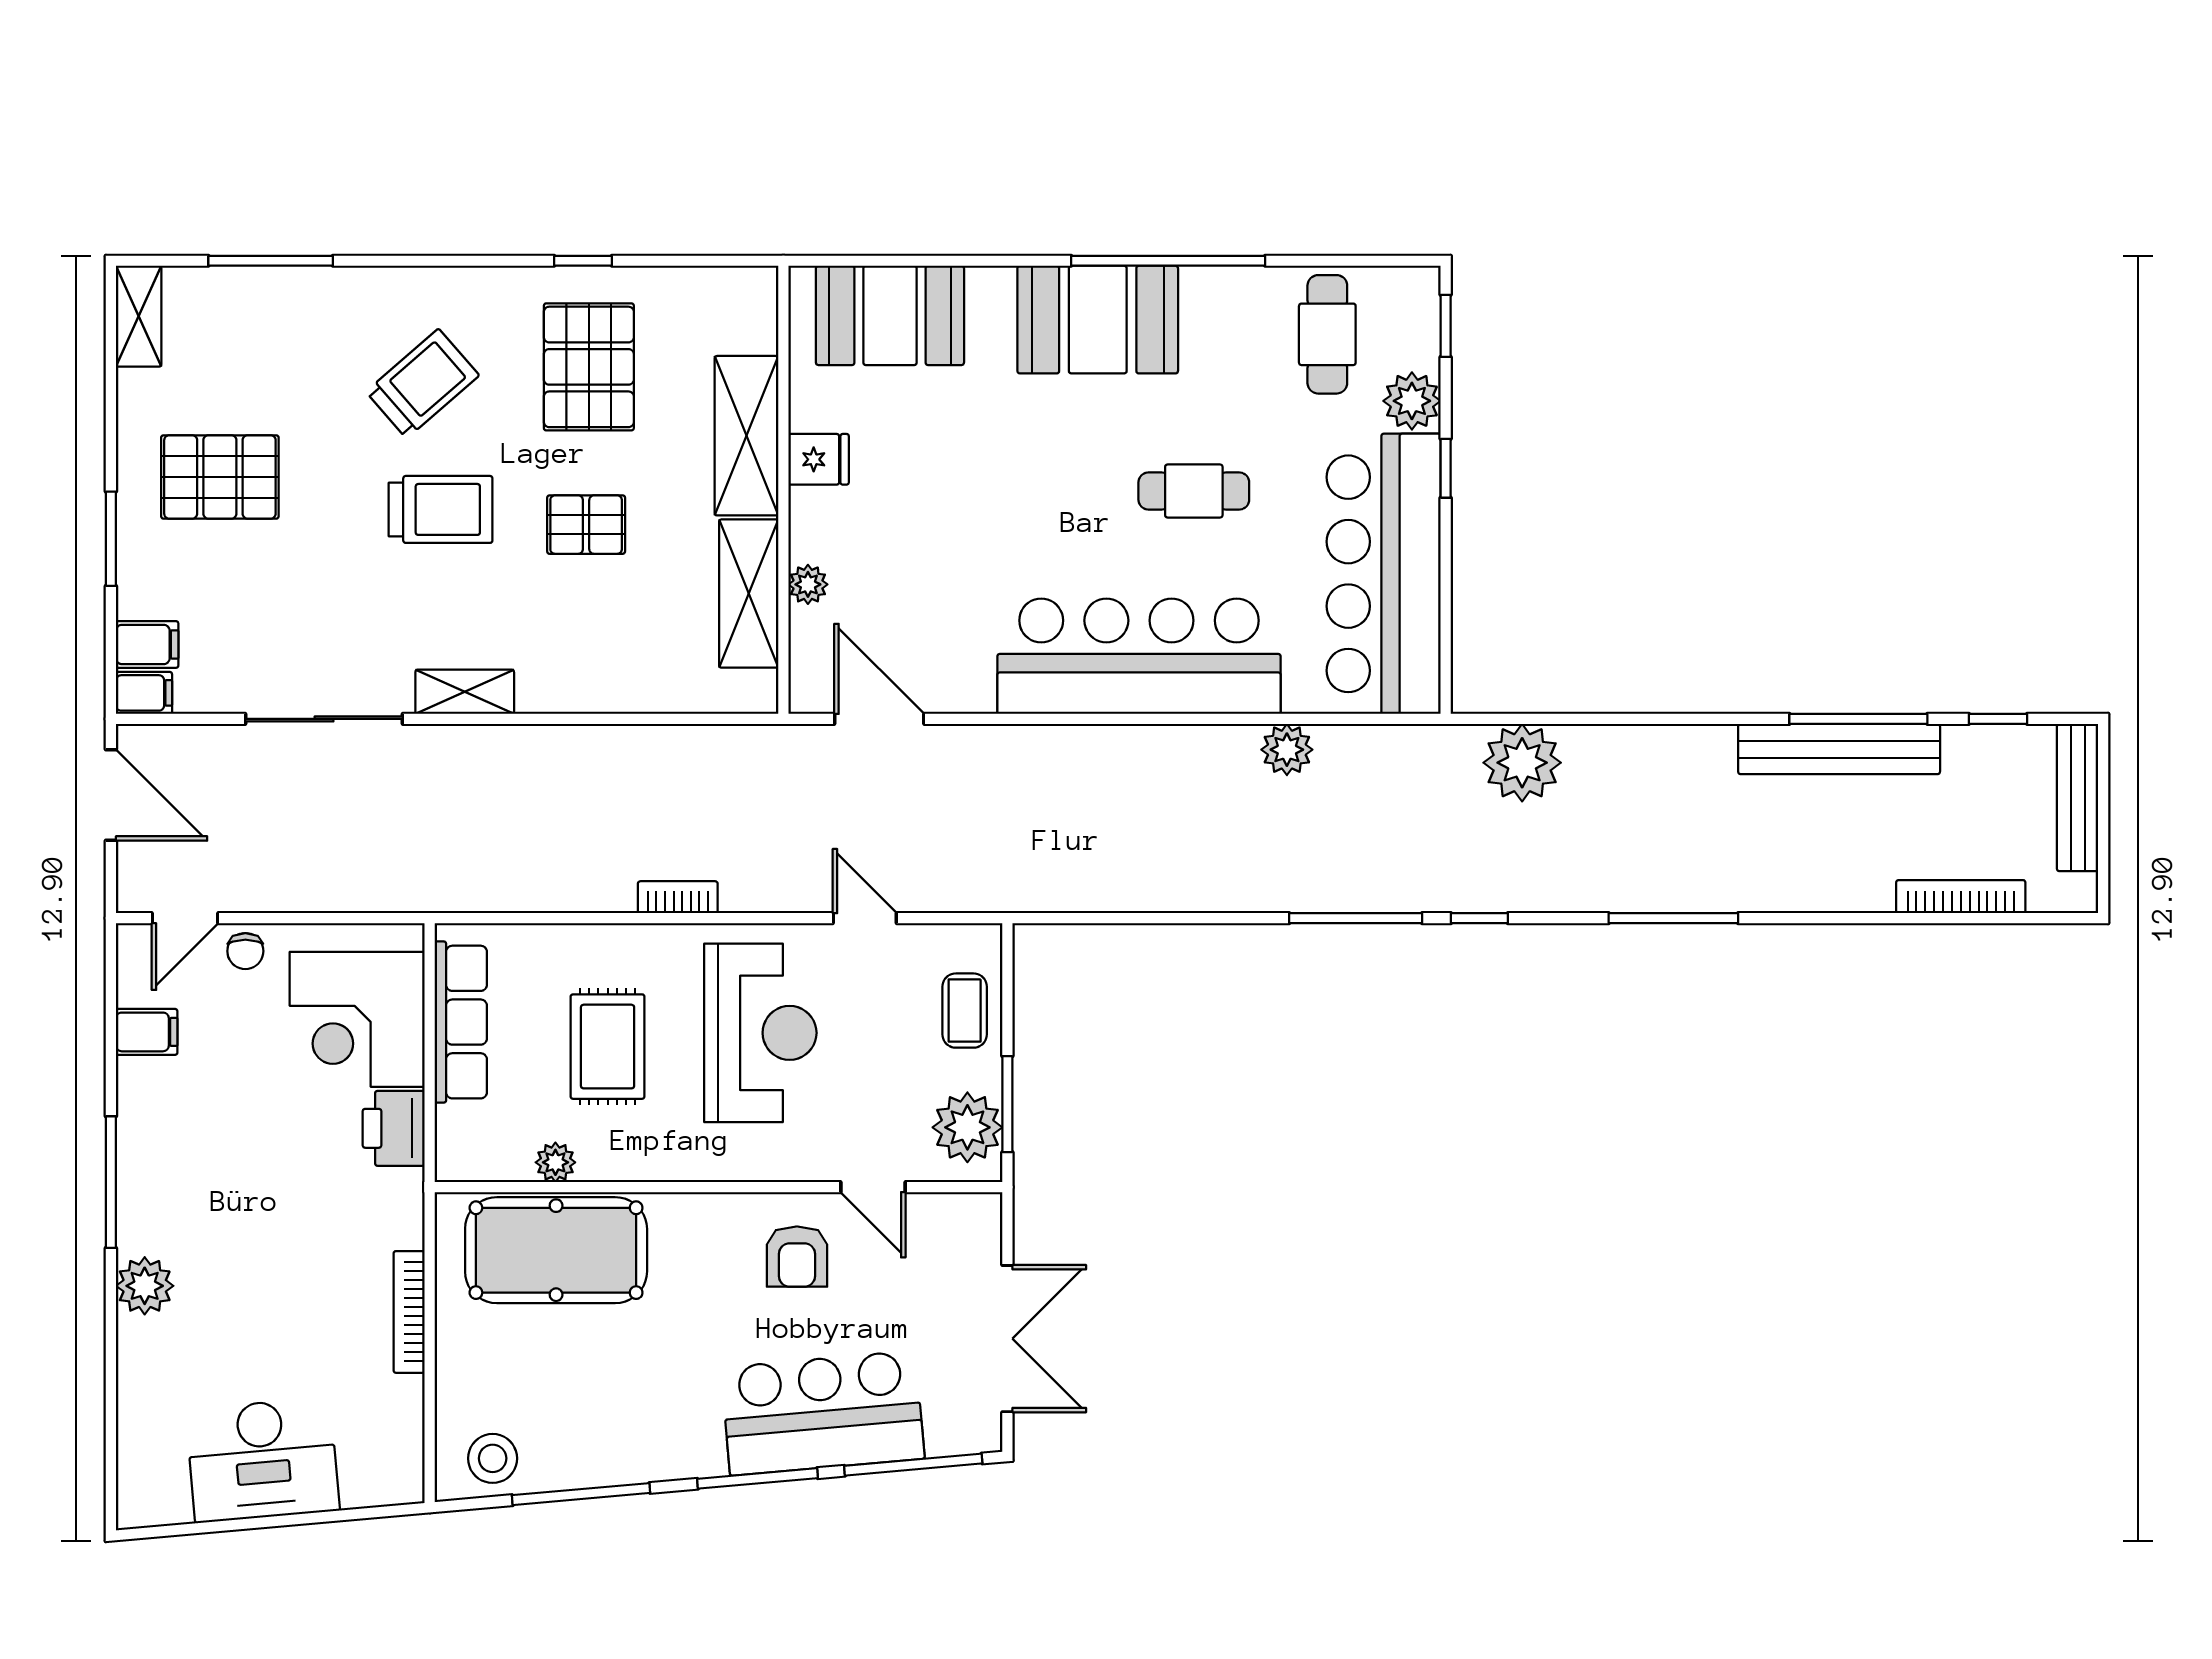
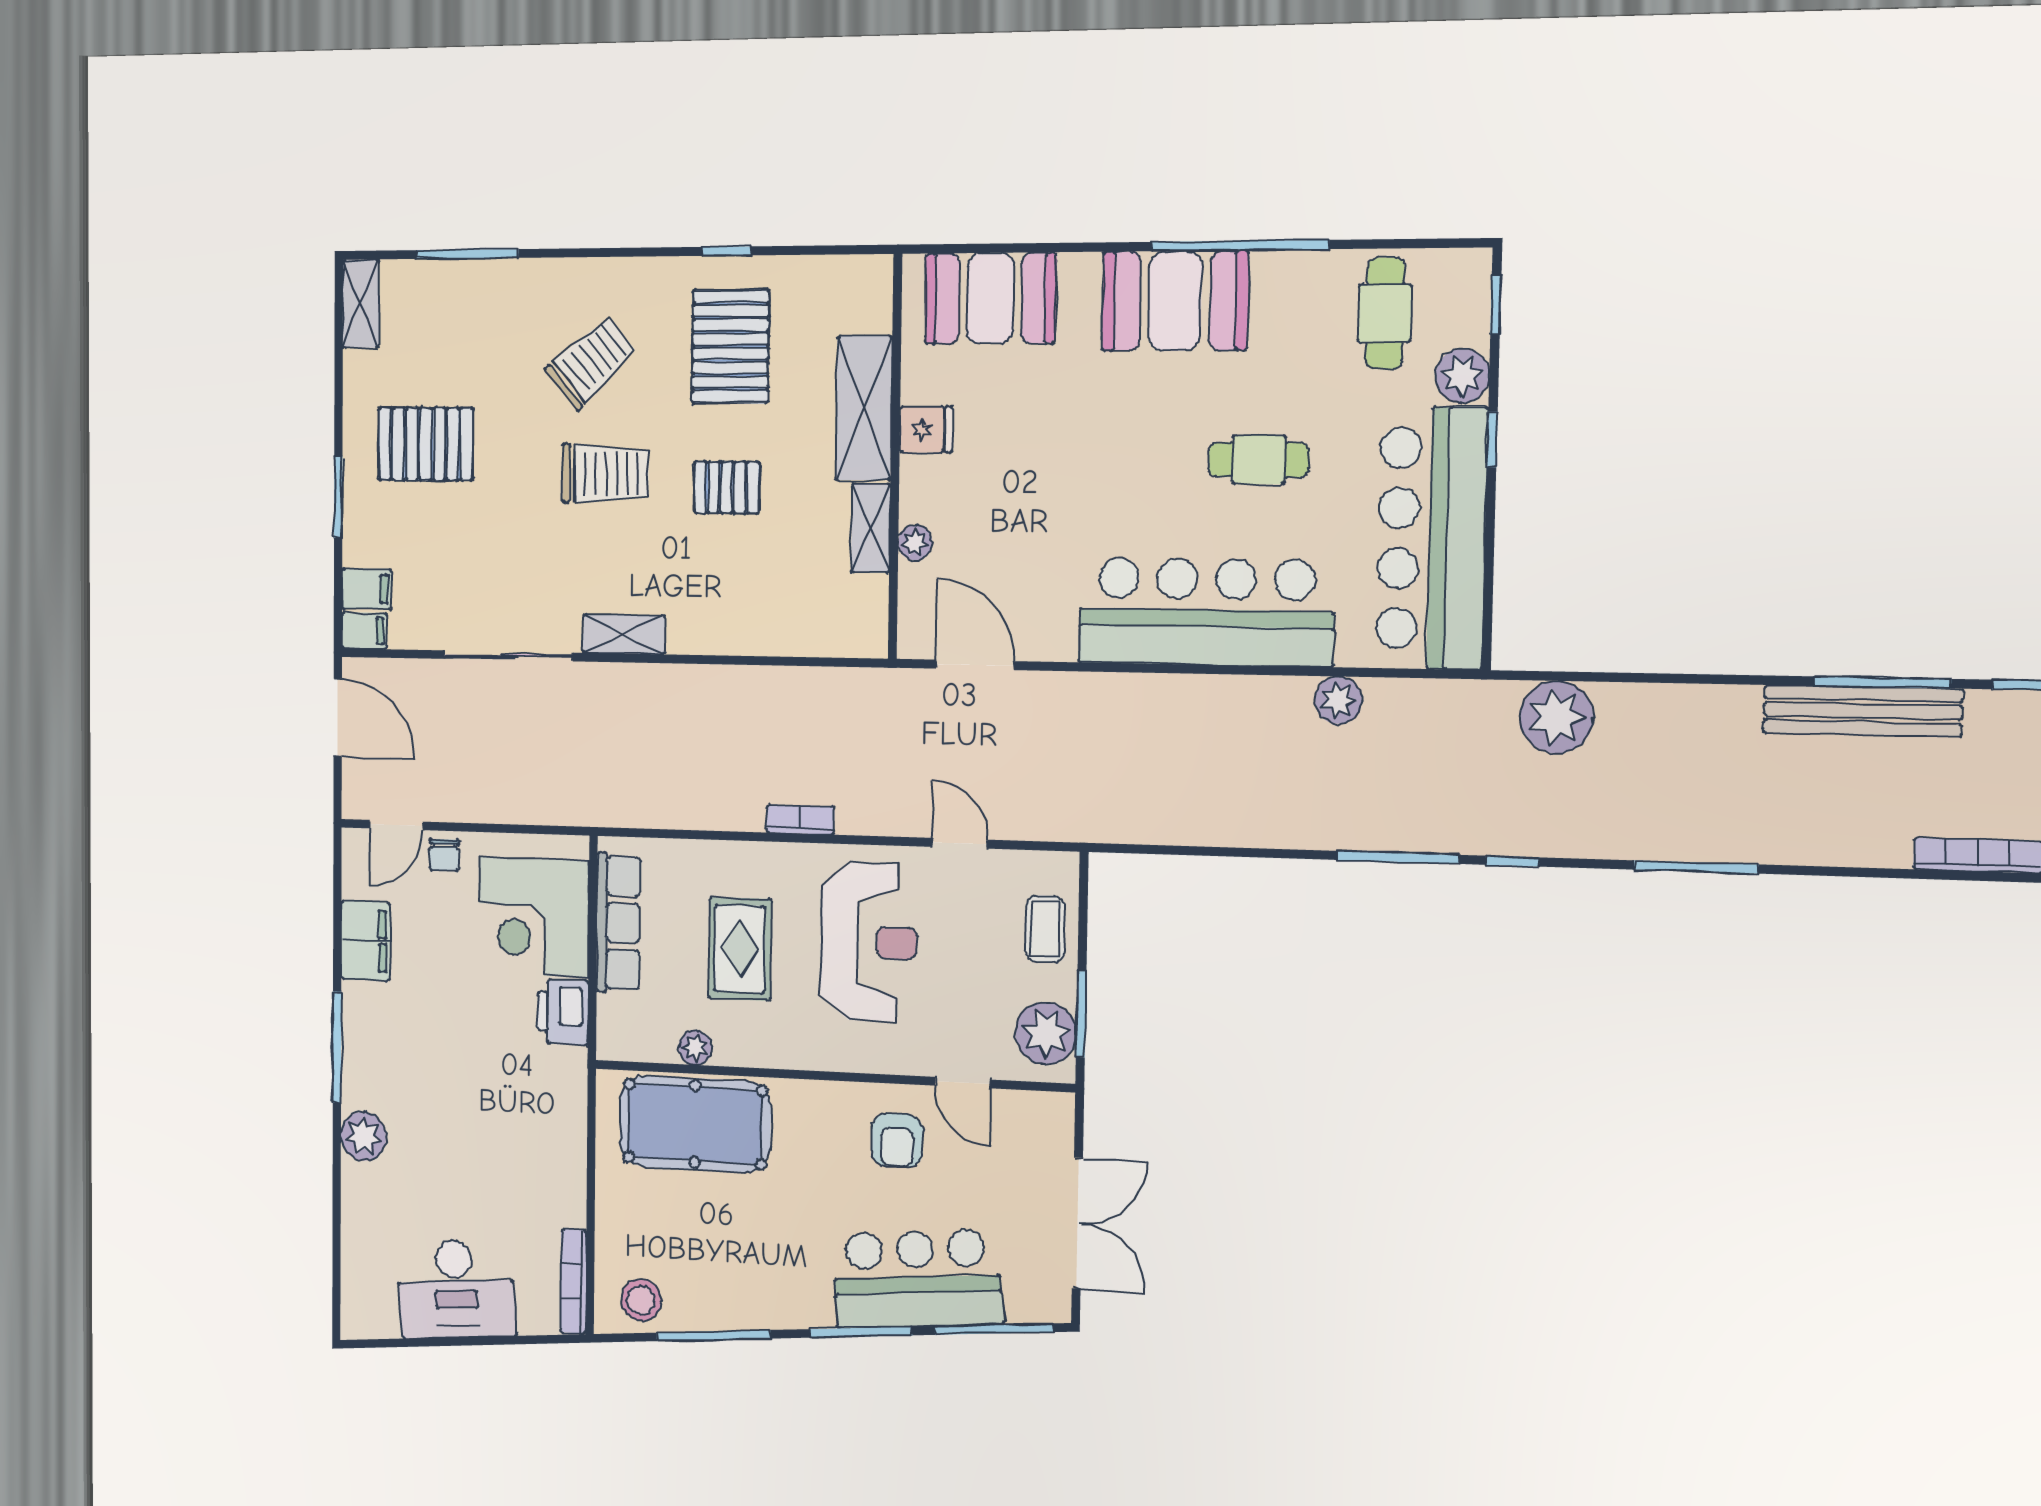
shelving: (749, 594) -> (871, 528), width x0.67, depth x0.75
filing cabinet: (147, 1032) -> (365, 941), width x2.00
bookcase: (409, 1312) -> (573, 1281), moved

